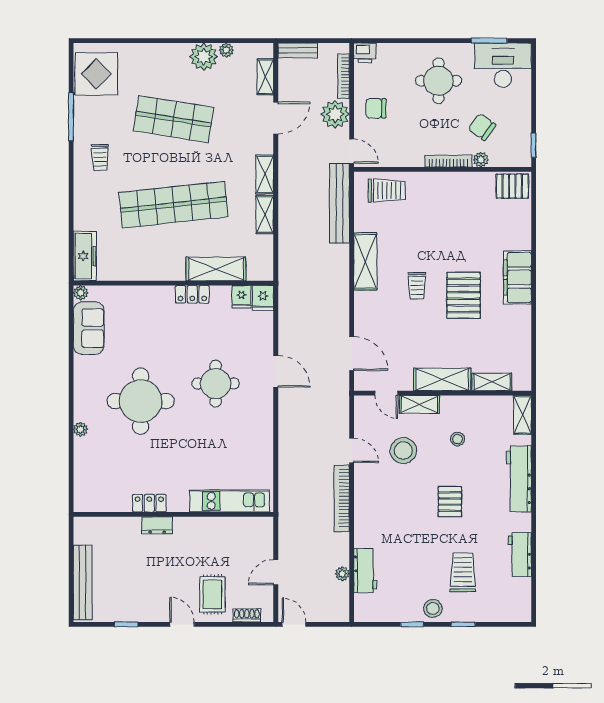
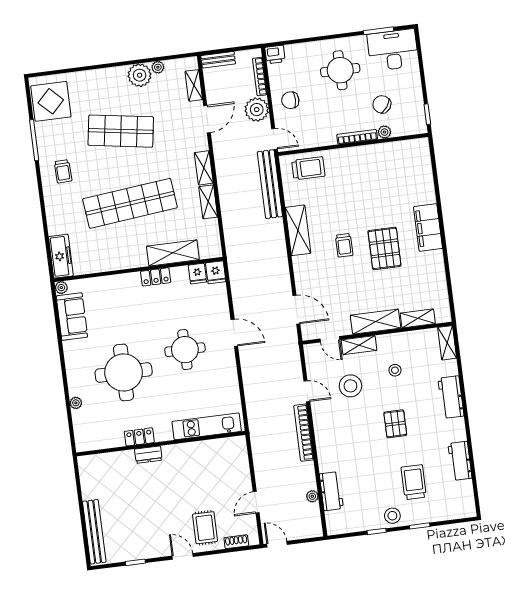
pallet: (512, 186) -> (414, 151), removed
workbench: (519, 479) -> (451, 397), width x0.73
kitchen unit: (229, 501) -> (207, 426), moved
locker: (149, 503) -> (139, 437), moved
wall: (173, 514) -> (161, 444), moved
dresser: (157, 525) -> (148, 455), moved

